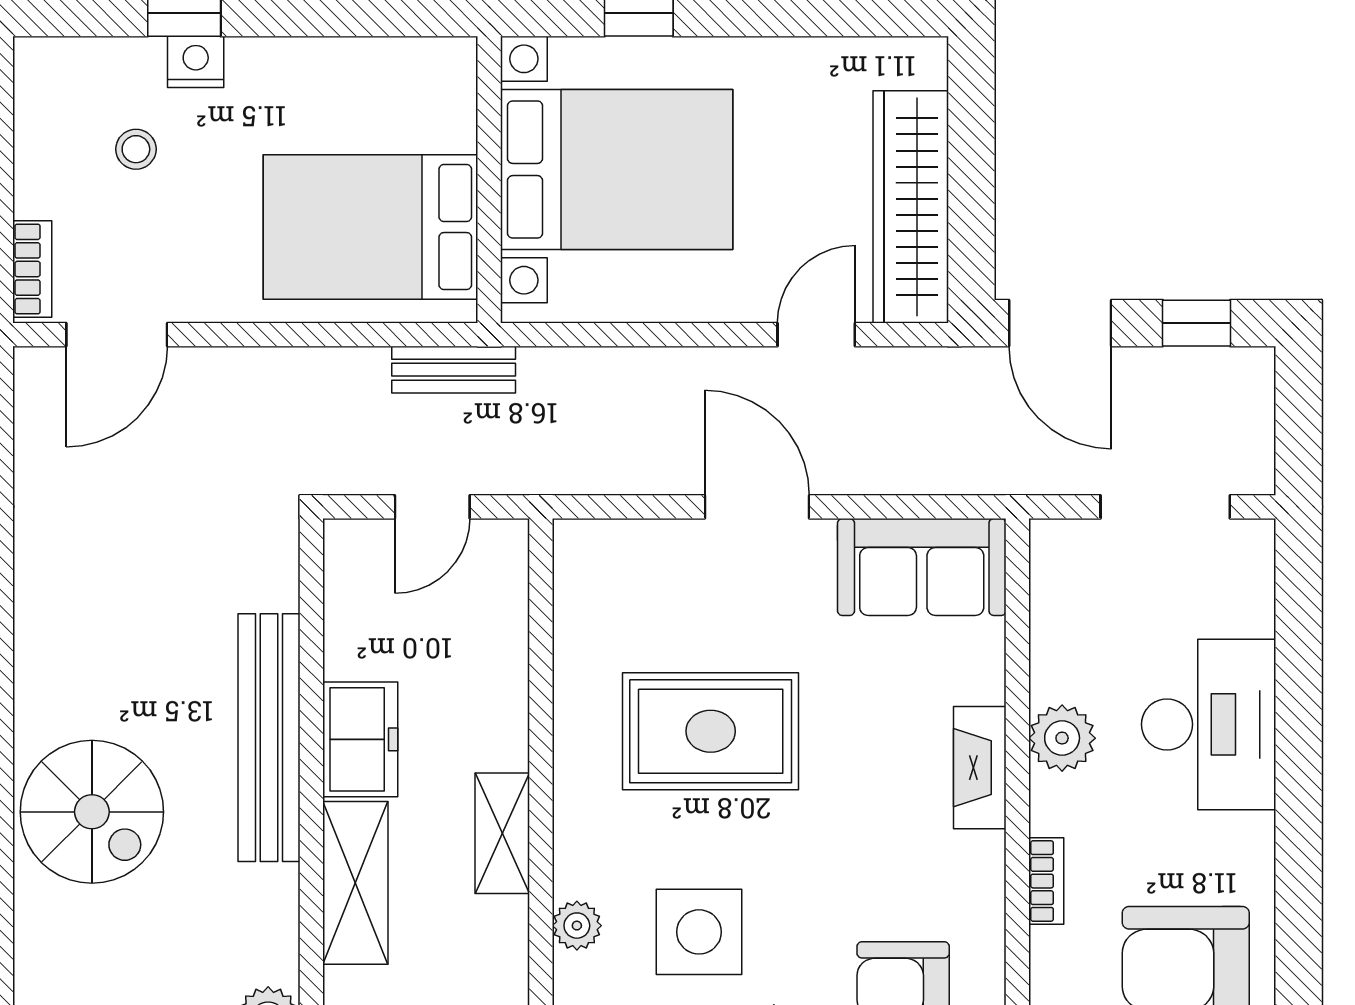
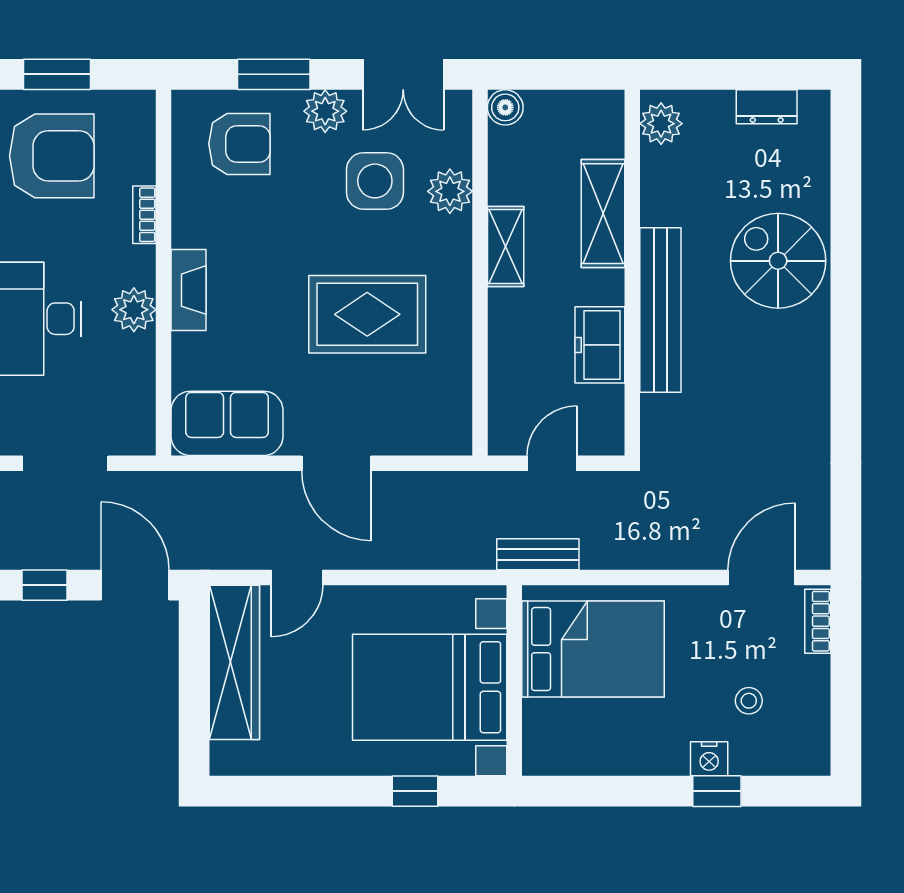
freezer: (360, 739) -> (600, 345), moved
plant: (577, 926) -> (450, 191), width x1.38, depth x1.38

